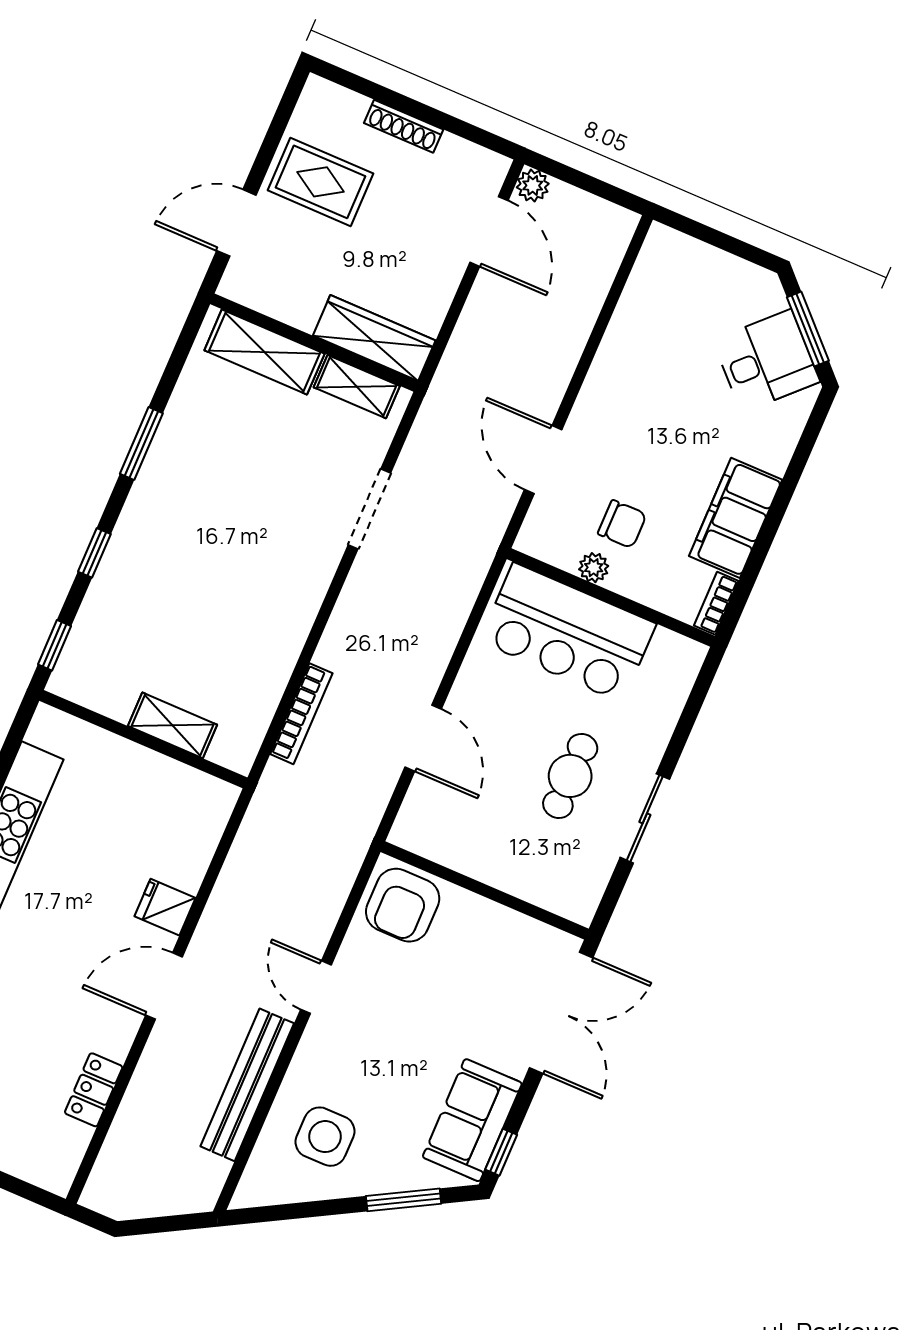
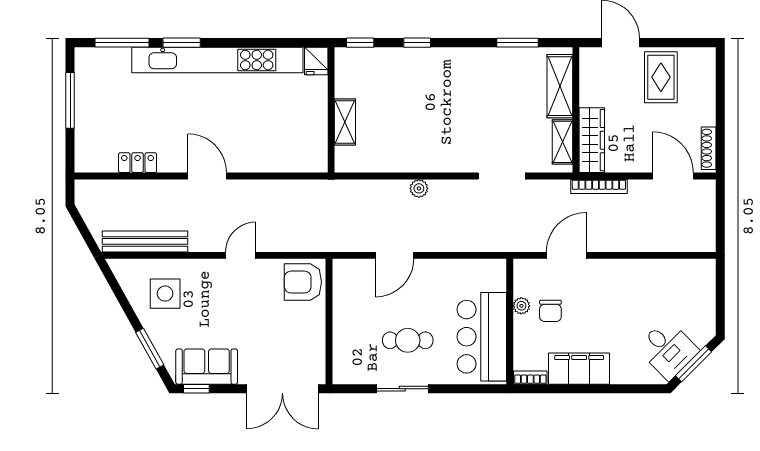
shoe rack: (404, 126) -> (709, 148), moved
plant: (533, 185) -> (419, 188), moved
door: (489, 231) -> (673, 176), swing flipped
window: (141, 444) -> (518, 43), moved
bar counter: (568, 633) -> (482, 337), moved
bookcase: (301, 714) -> (599, 186), moved
fridge: (165, 907) -> (316, 61), moved, turned 180
bench: (247, 1085) -> (145, 241), moved

